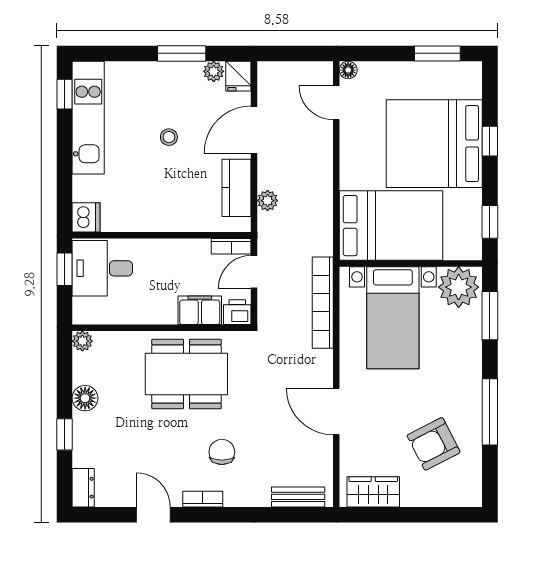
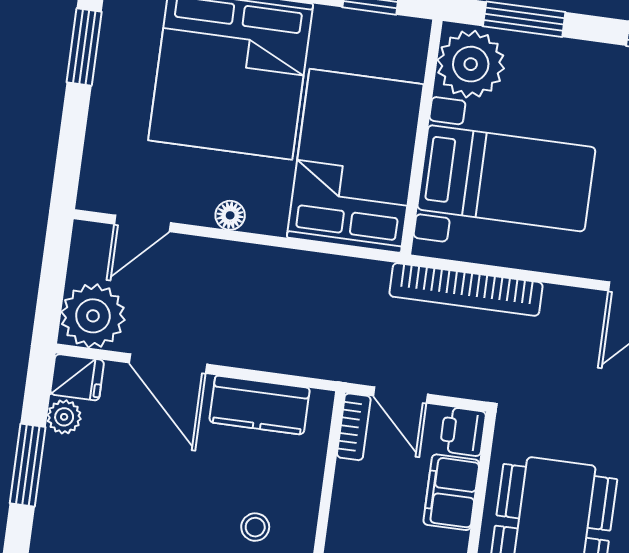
floor lamp: (348, 70) -> (230, 215), moved
stool: (169, 137) -> (255, 527), moved
plant: (268, 201) -> (93, 316), moved, width x1.88, depth x1.88

